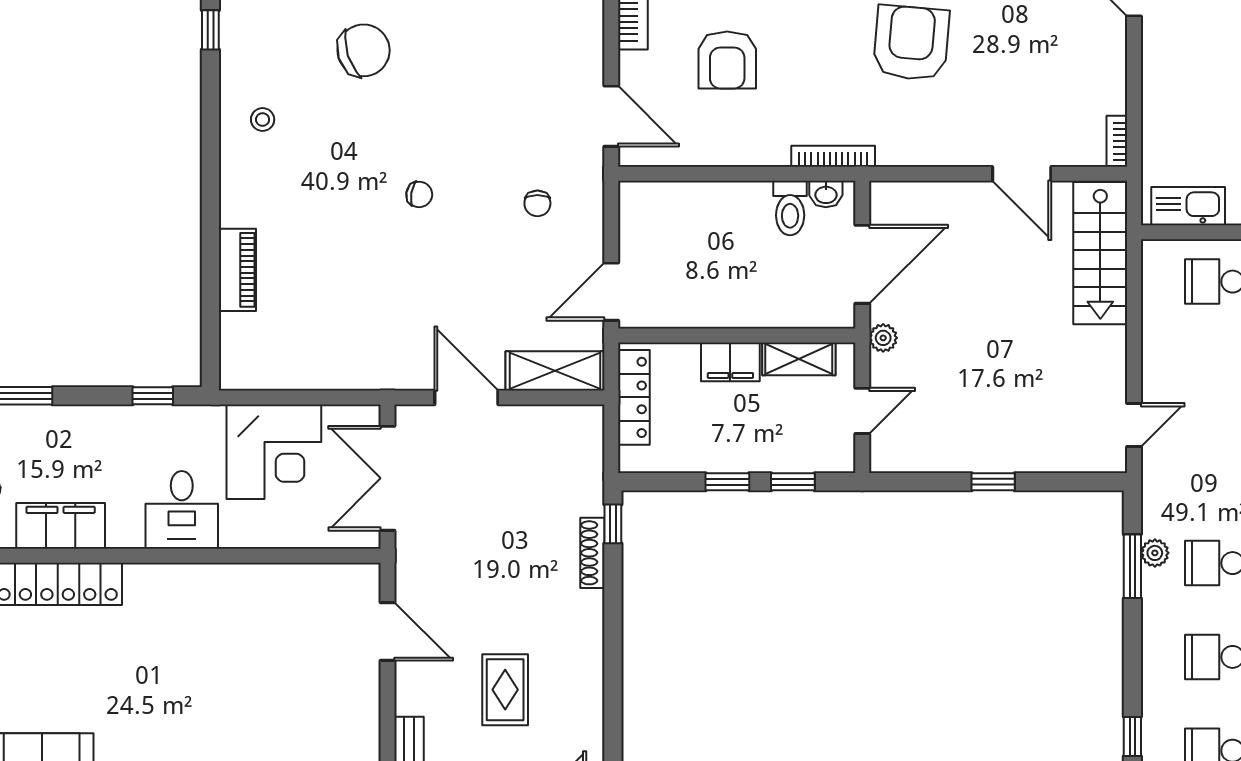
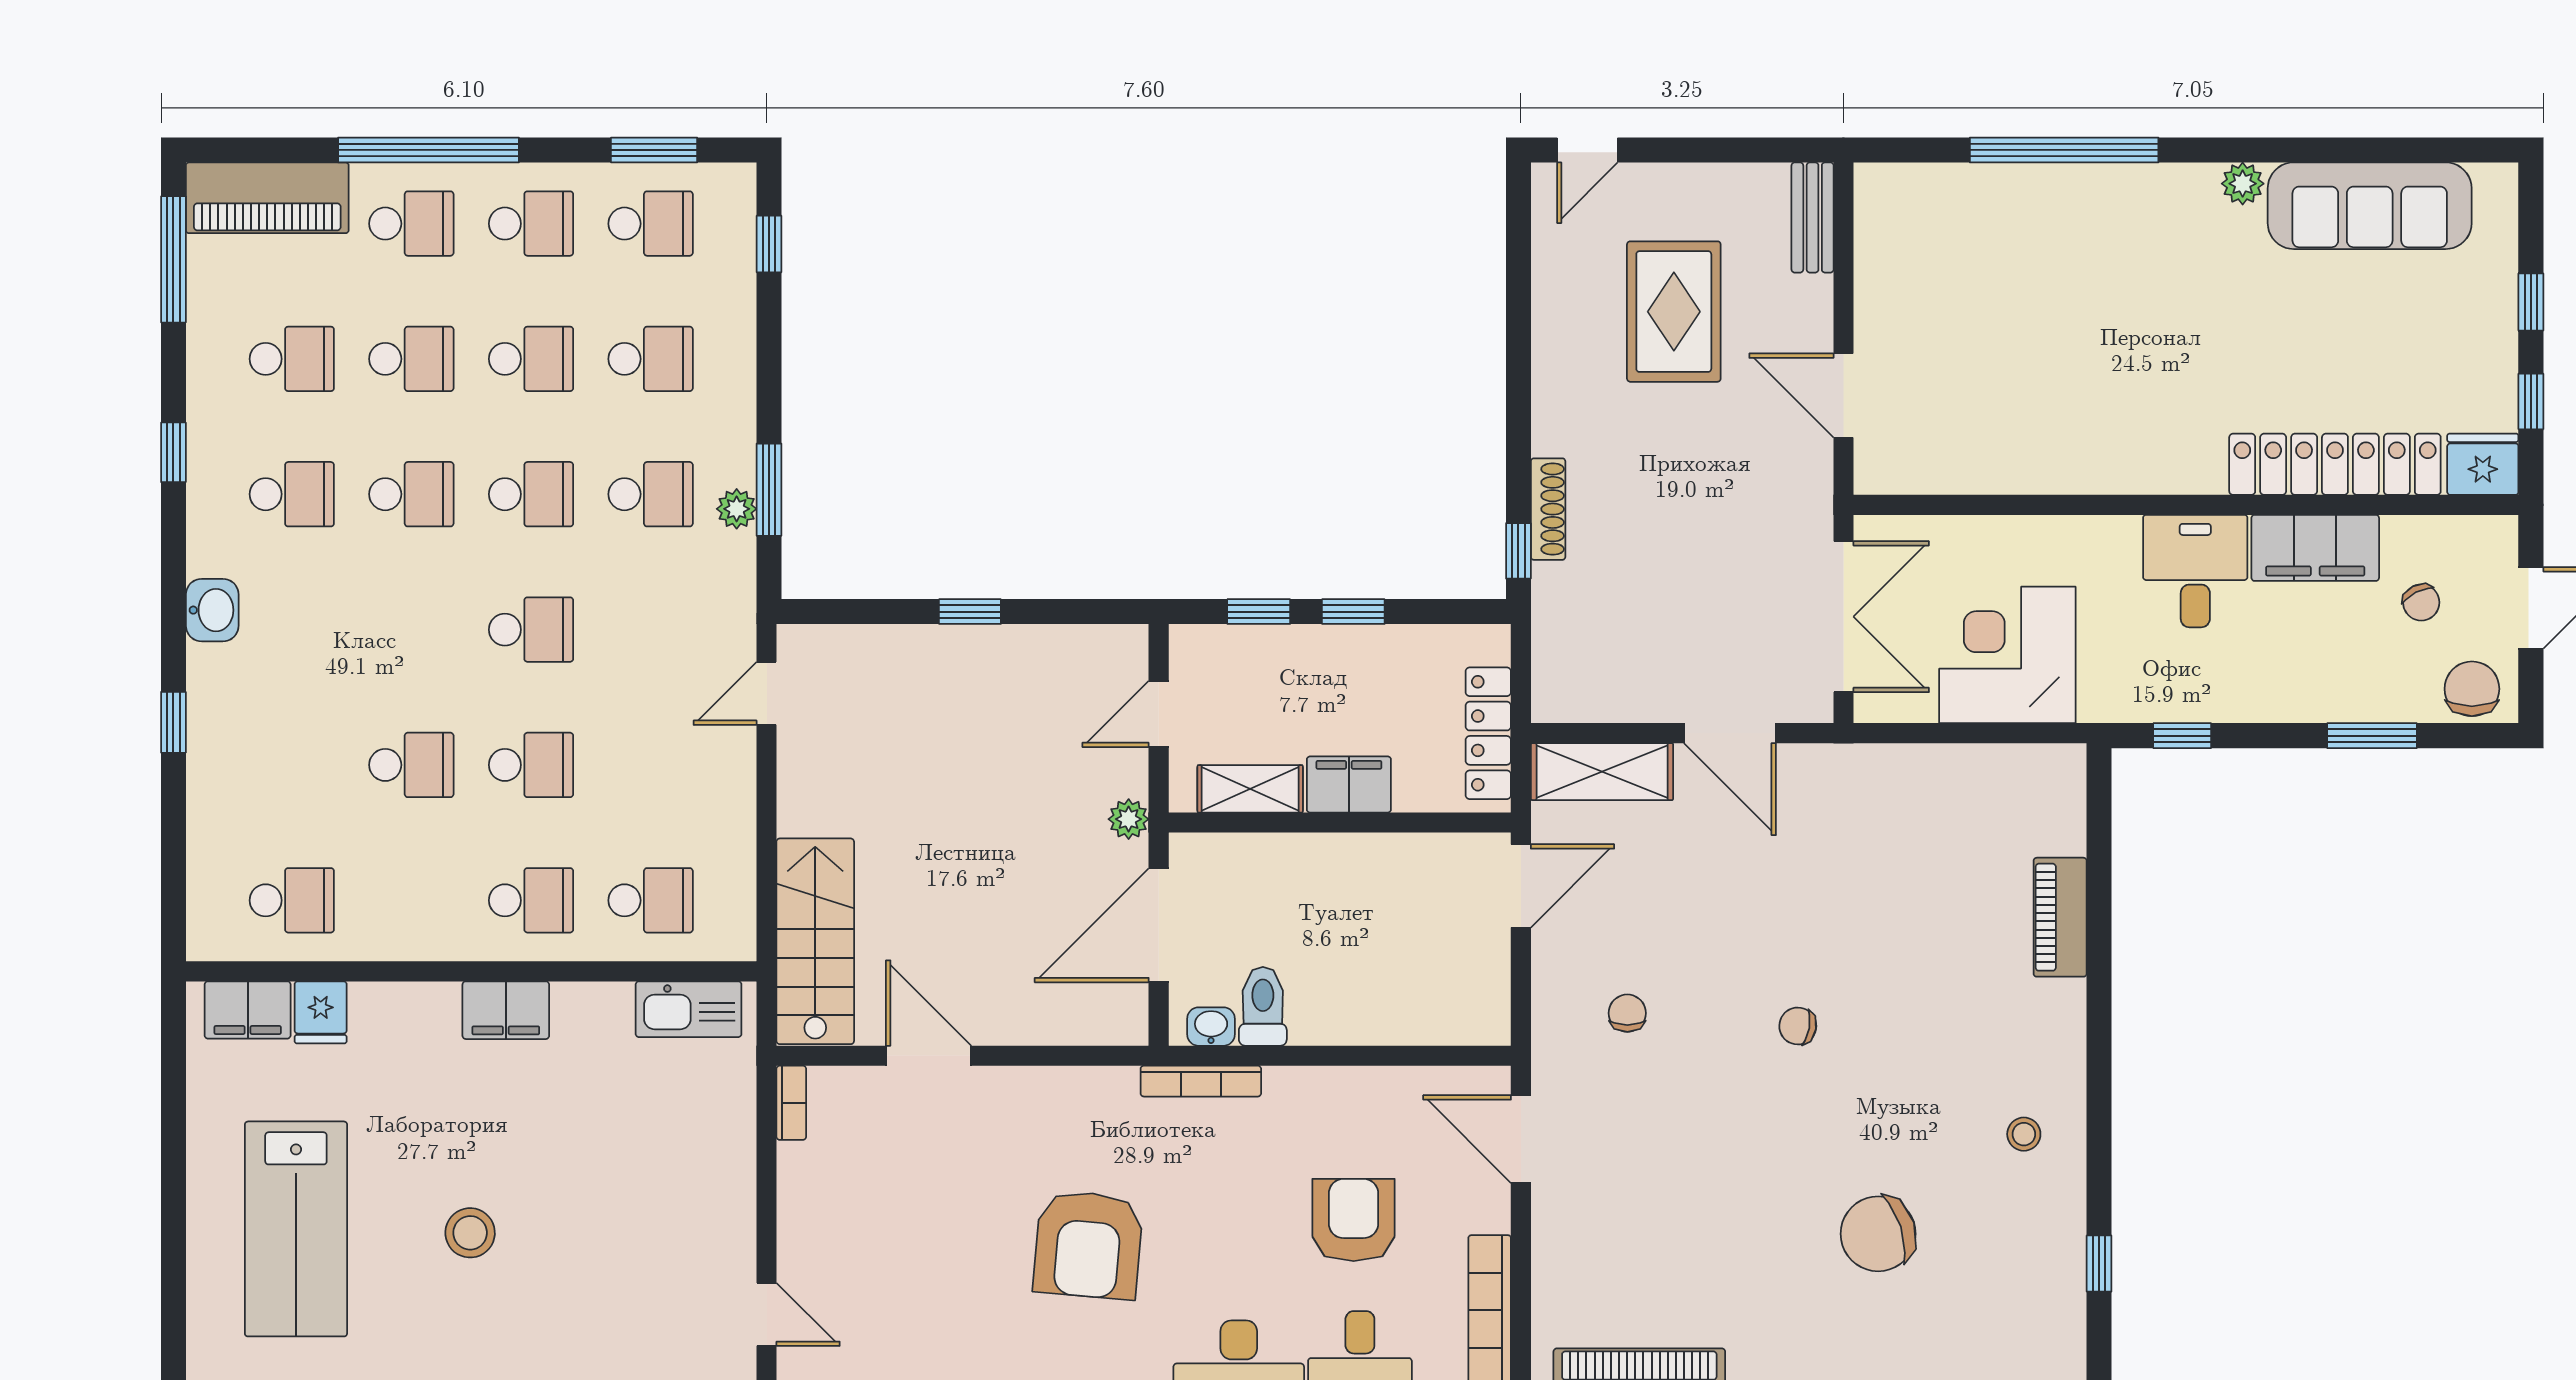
desk: (182, 510) -> (2195, 571), moved
rug: (505, 690) -> (1674, 312), width x1.36, depth x1.43

